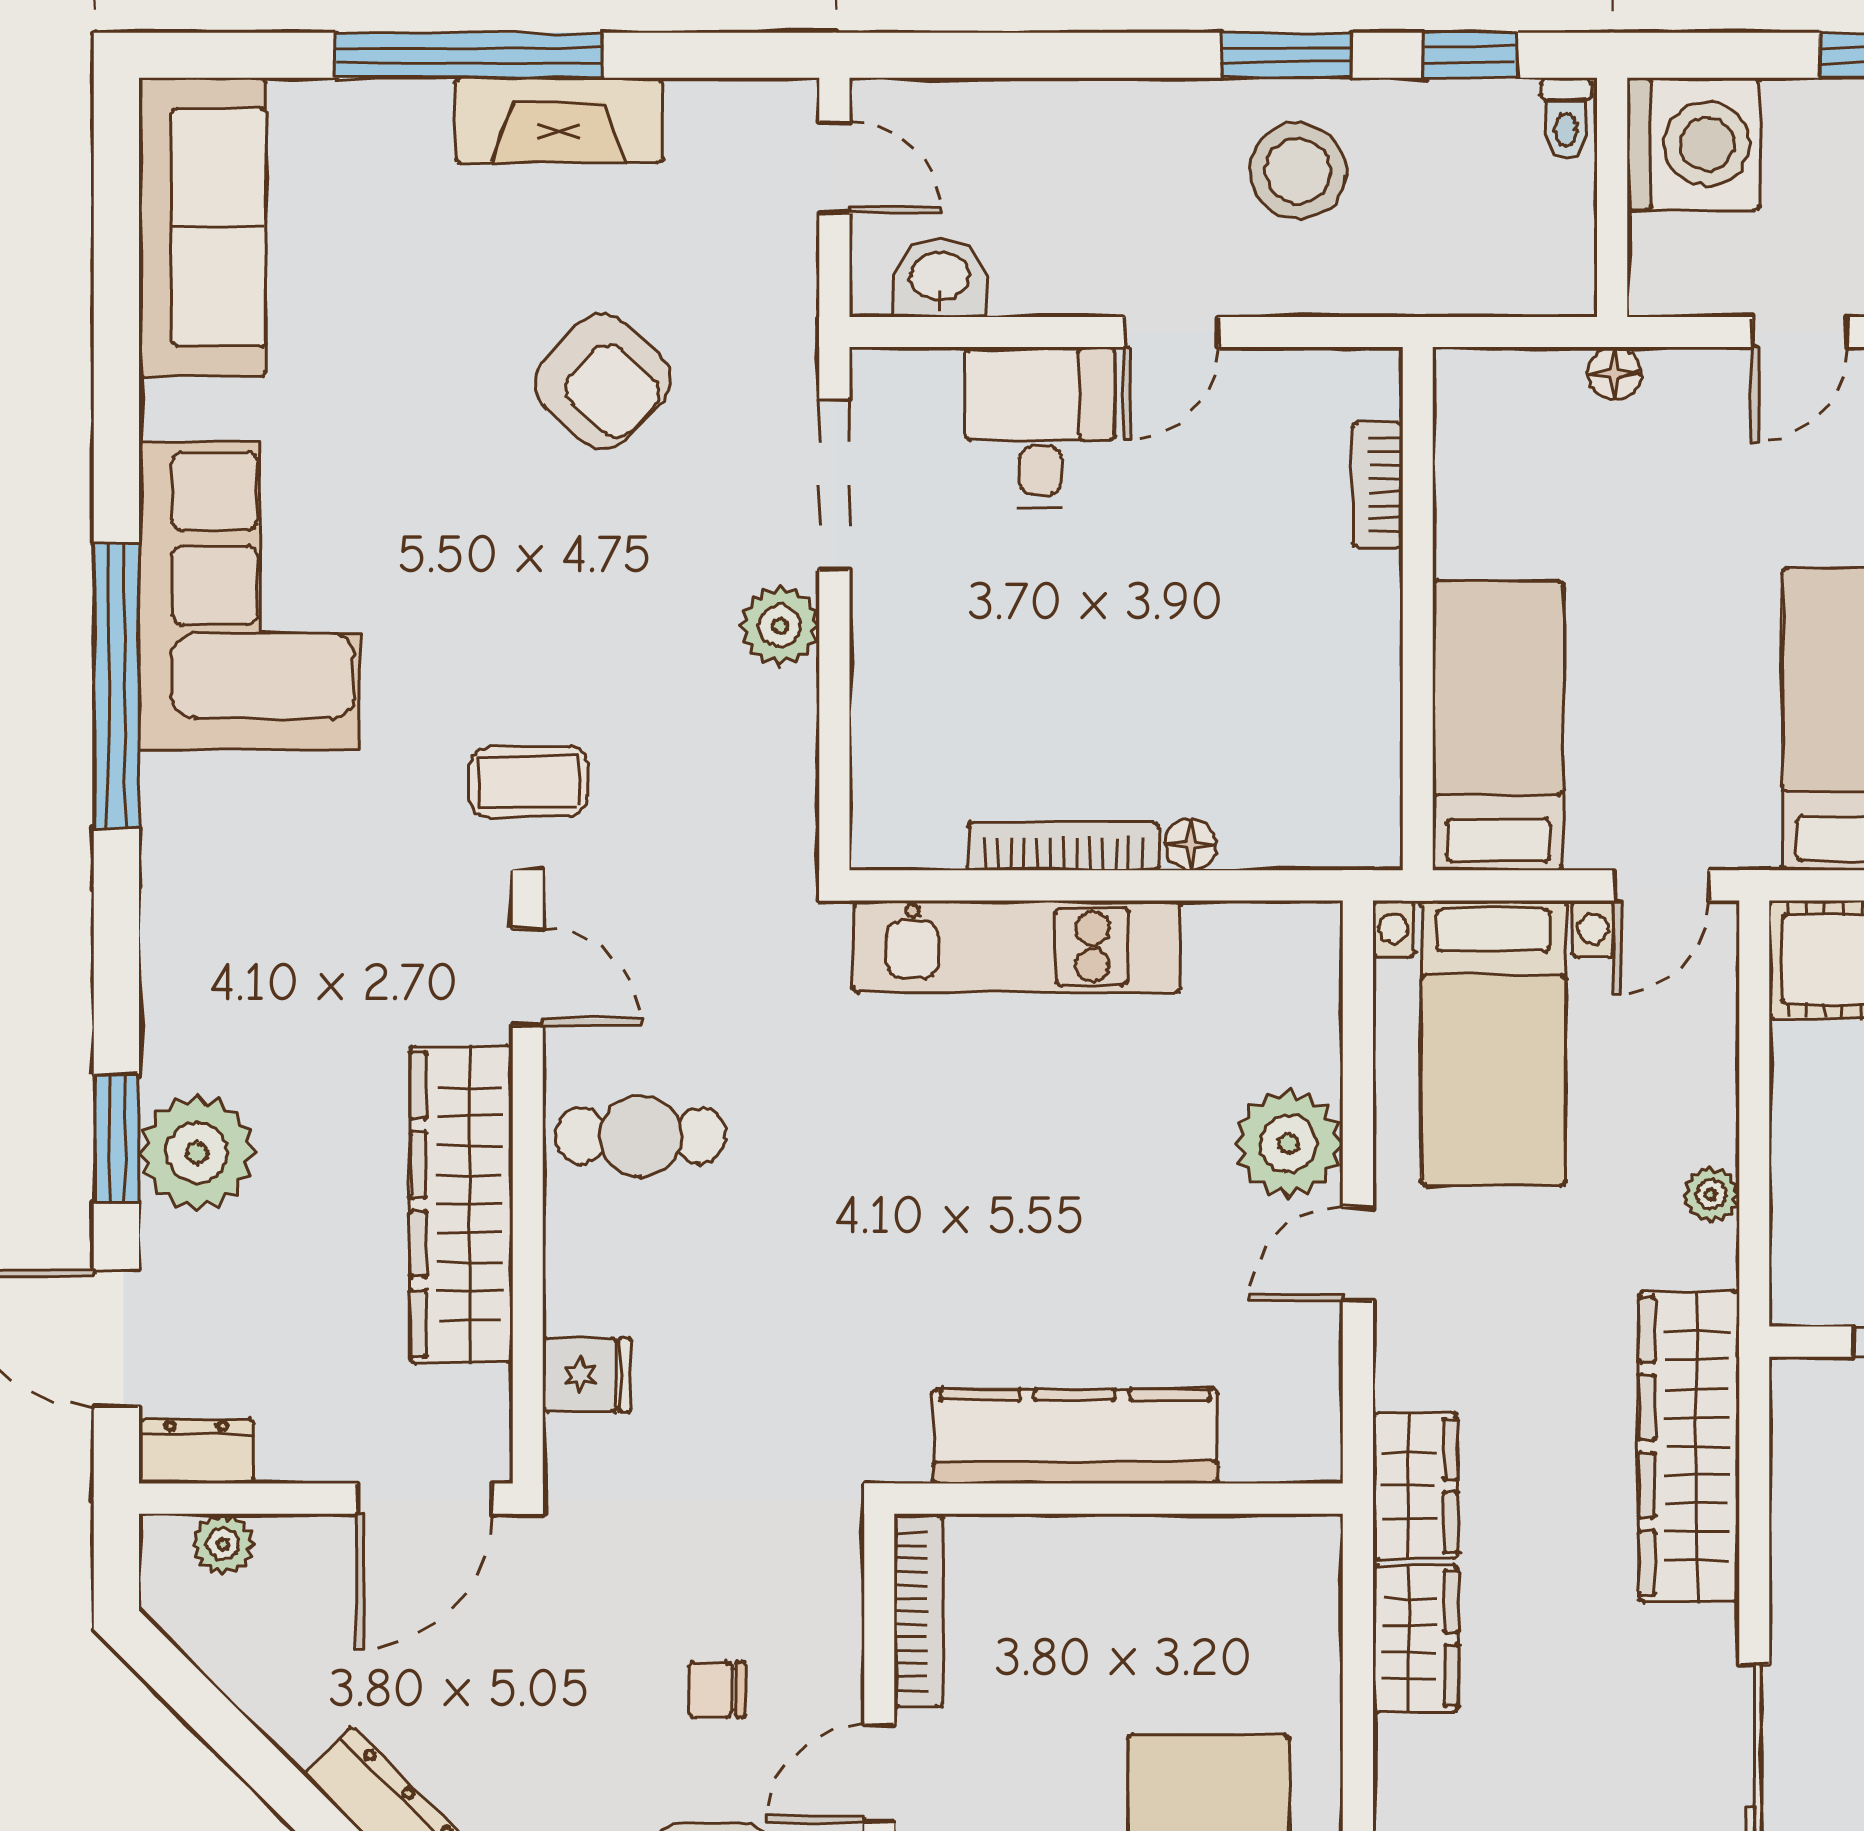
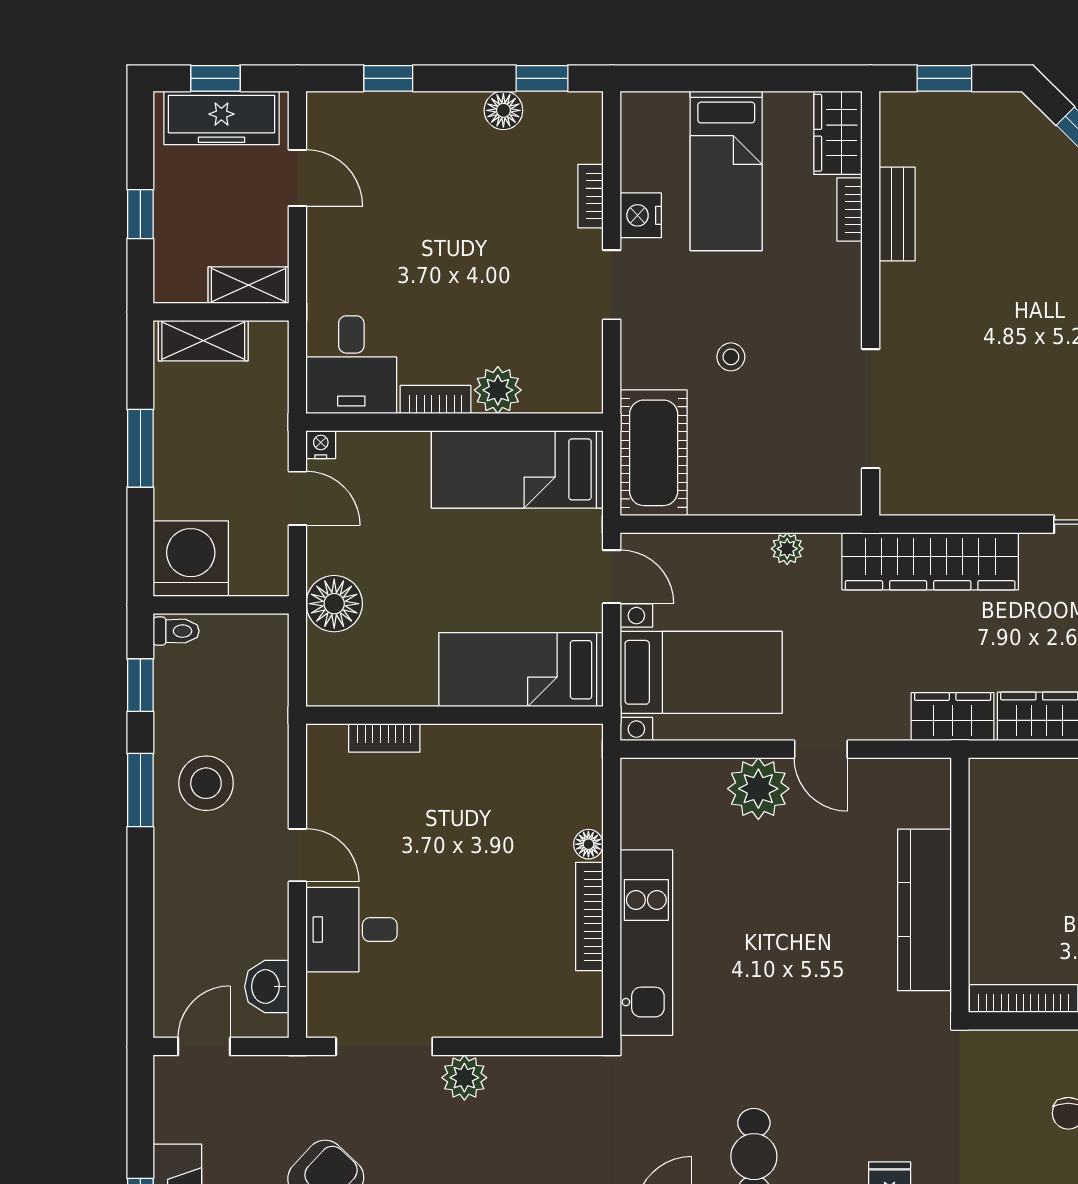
floor lamp: (1614, 373) -> (334, 604), width x1.89, depth x1.89

